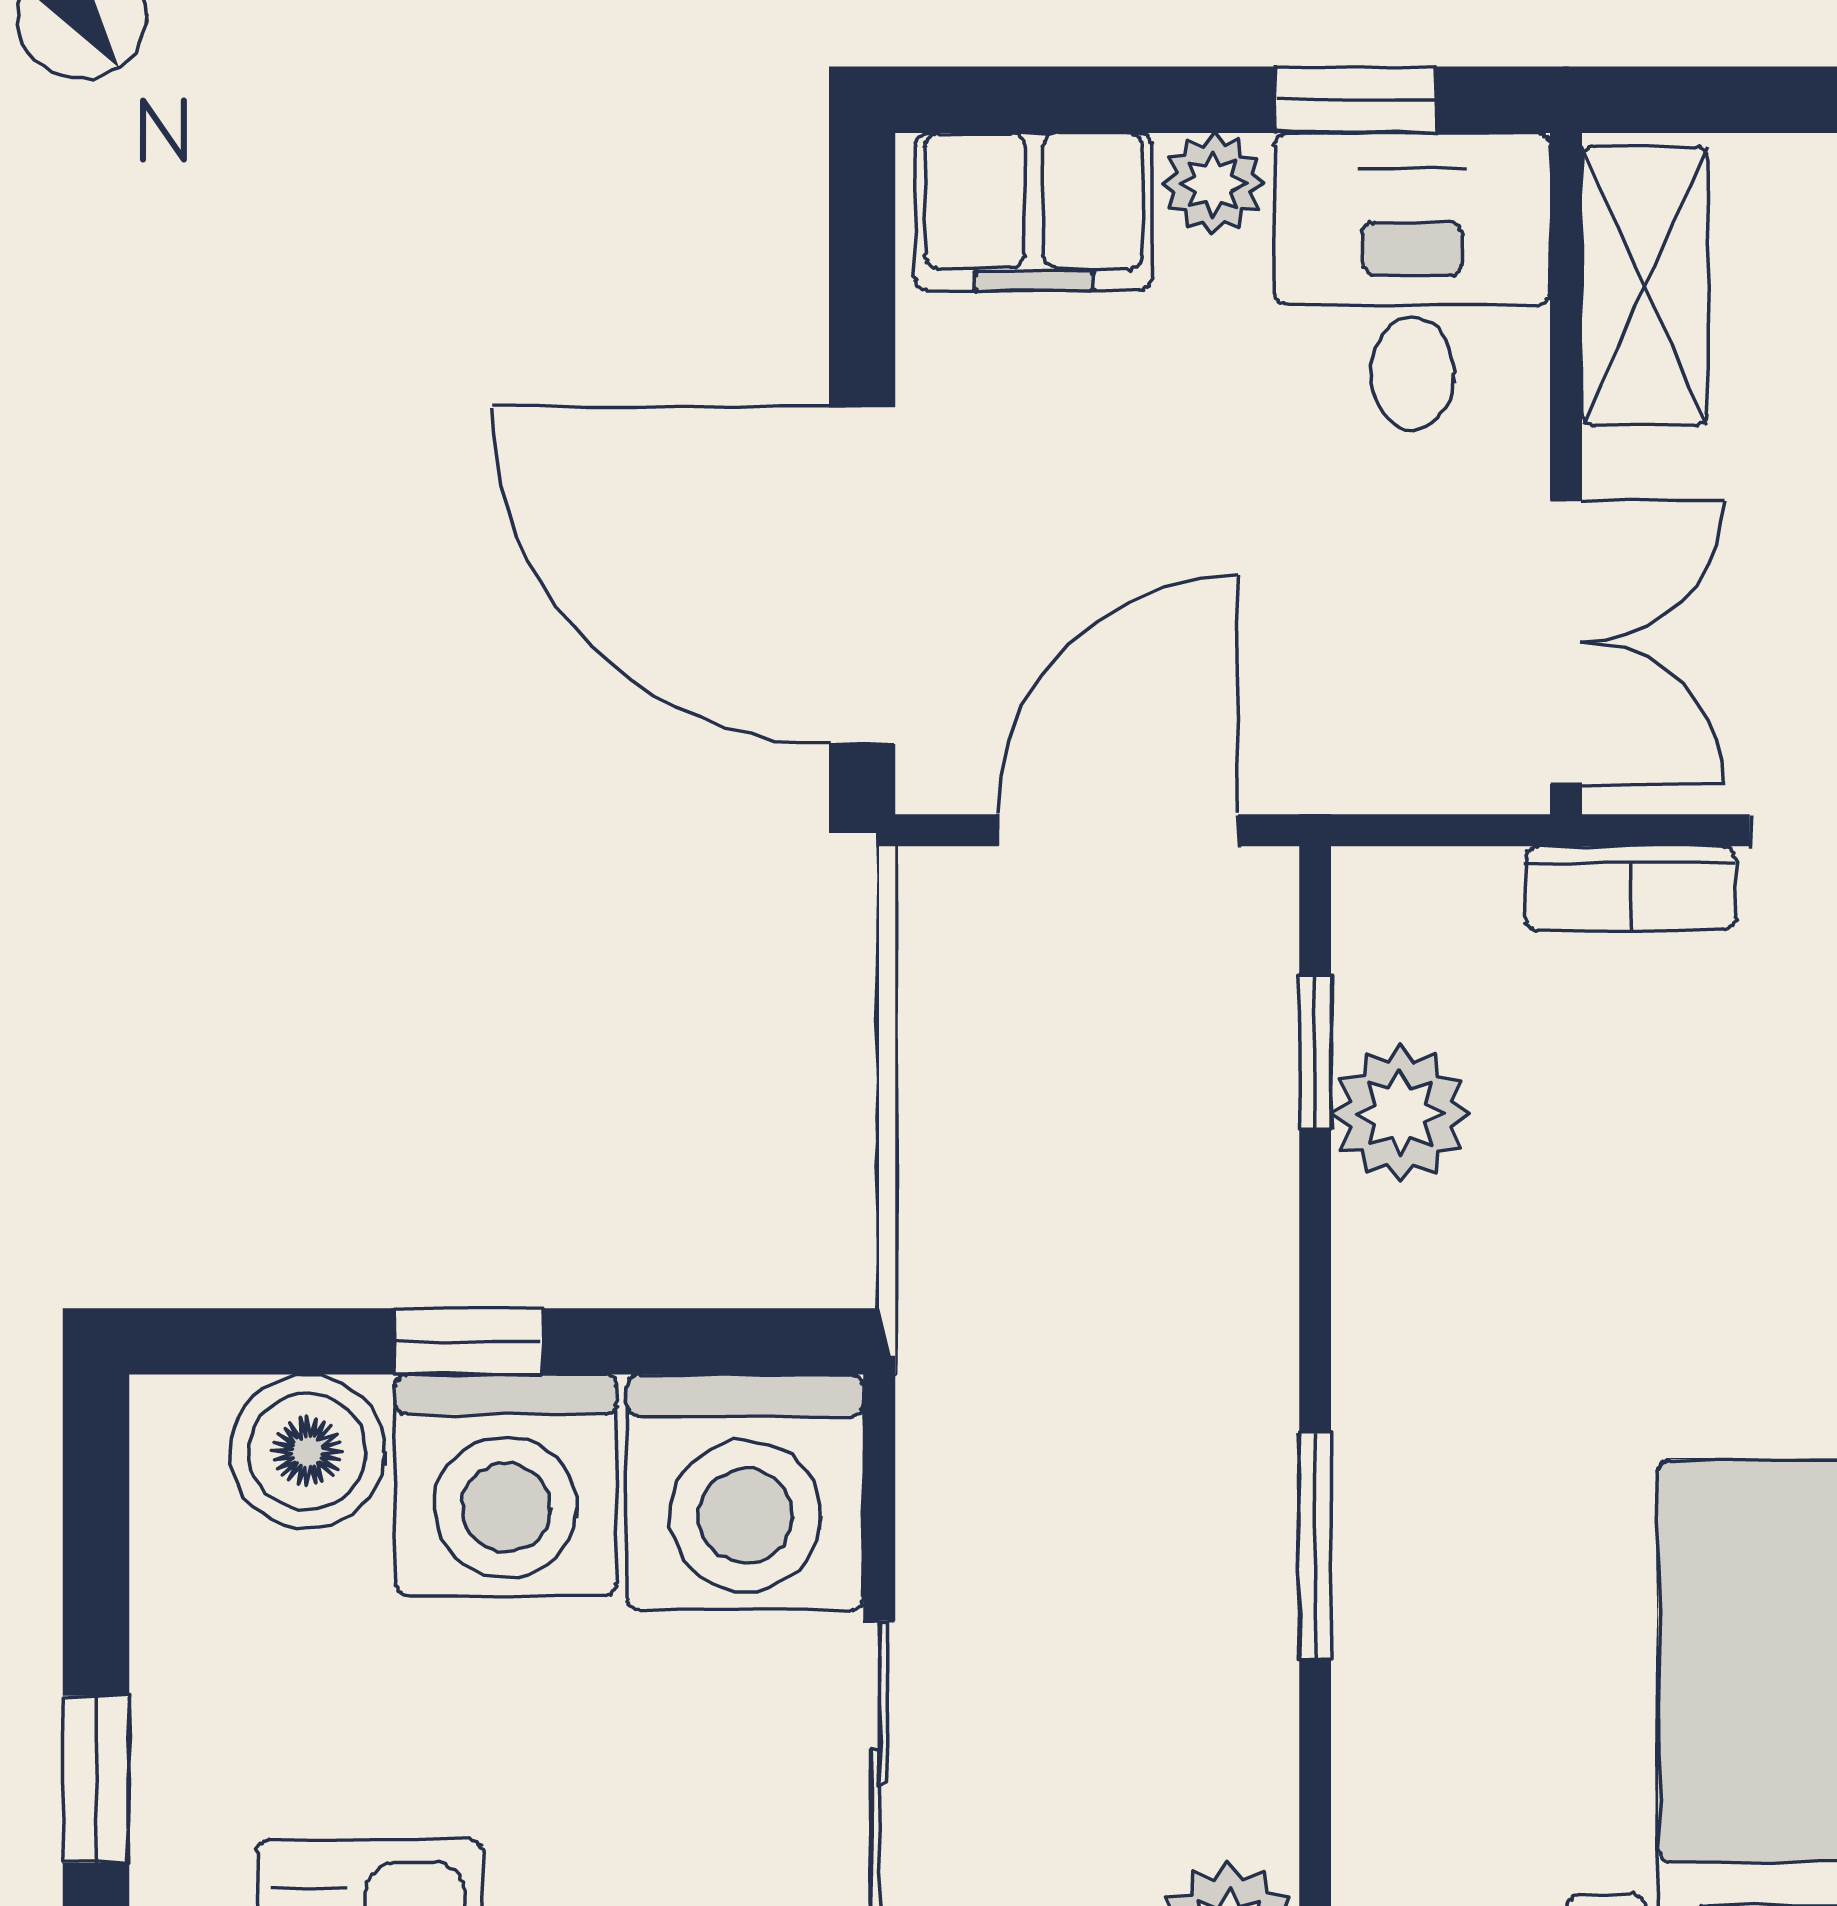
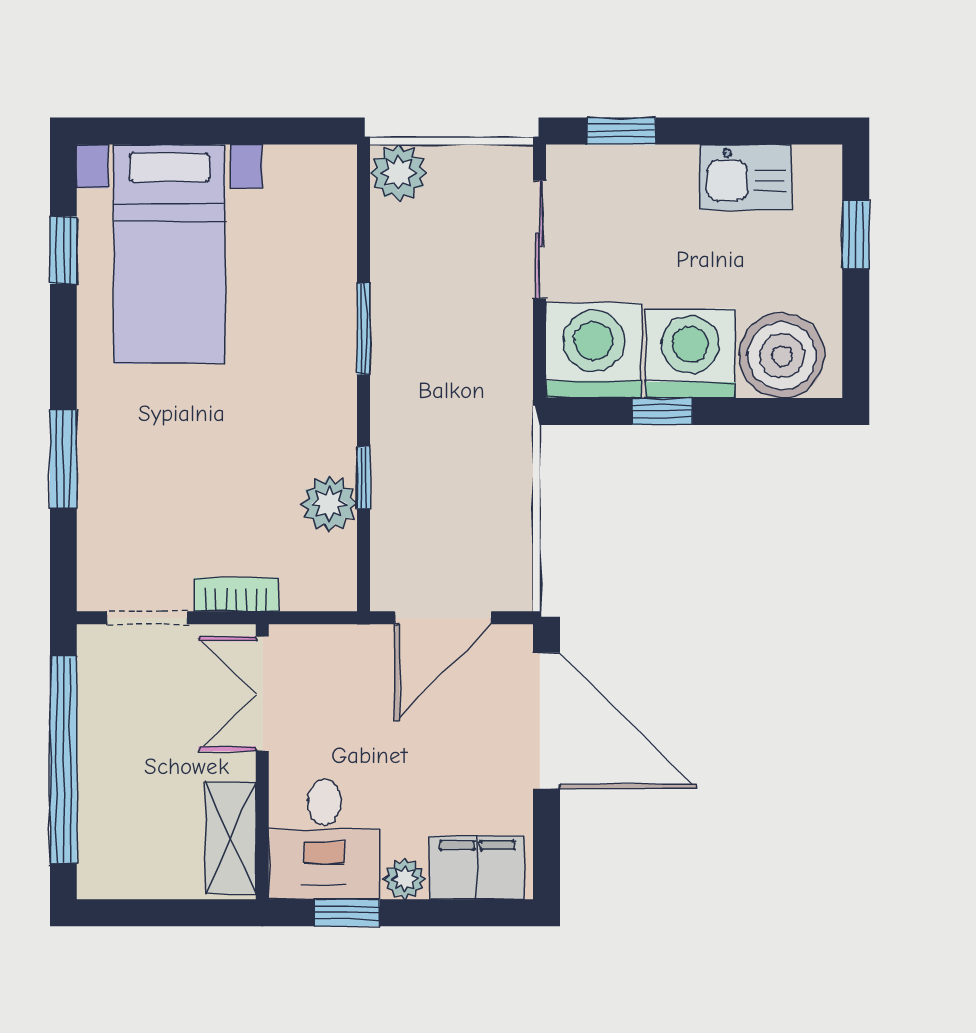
window: (1315, 1052) -> (364, 478), moved
window: (468, 1341) -> (662, 411), moved
boiler: (307, 1451) -> (782, 356), width x1.37, depth x1.37

